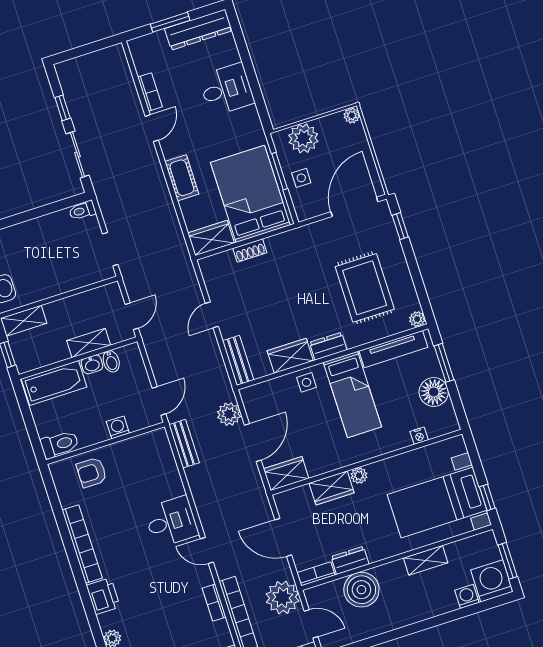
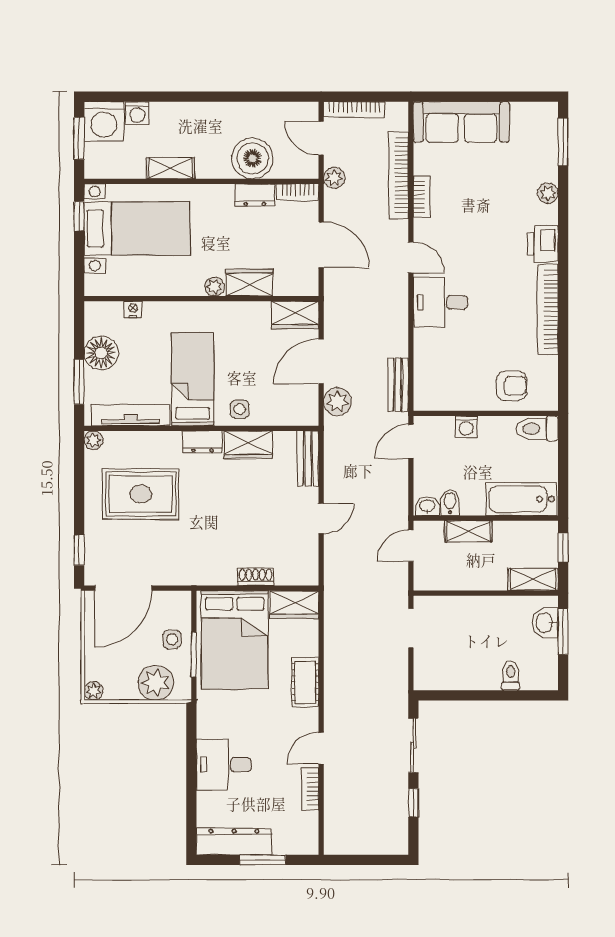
toilet: (82, 211) -> (511, 676), moved, turned -90
rug: (365, 288) -> (141, 494), turned 90
washbasin: (92, 364) -> (427, 506), moved
plant: (282, 597) -> (334, 178), width x0.53, depth x0.53

